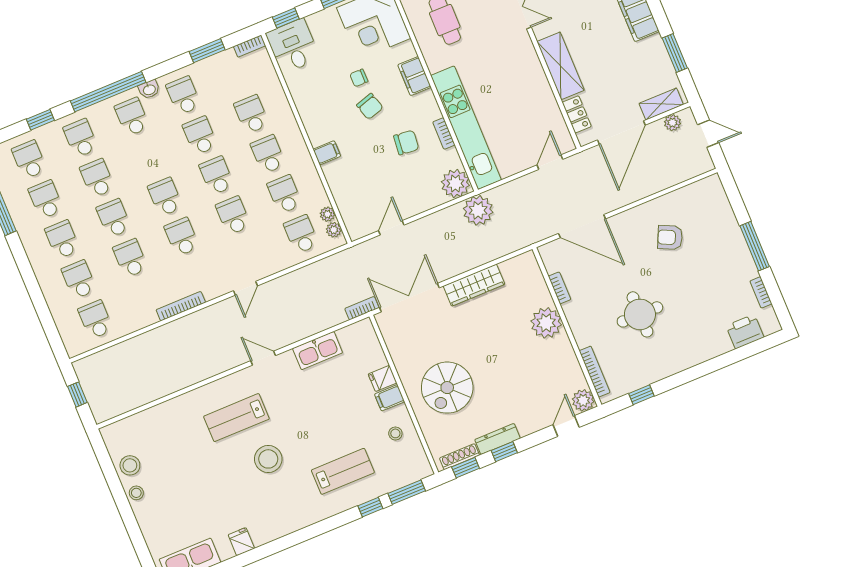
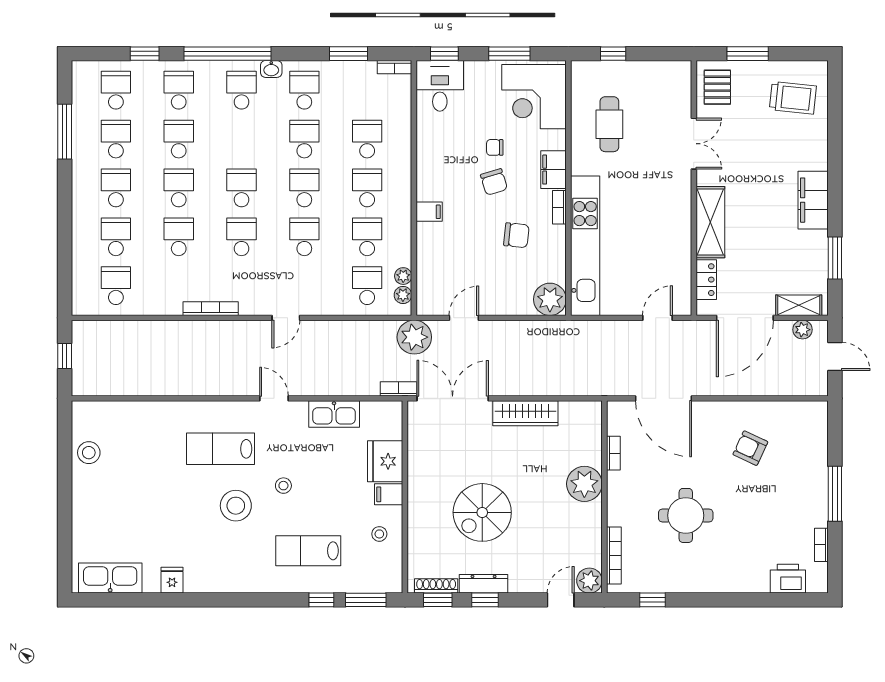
bookcase: (444, 133) -> (559, 207), moved
plant: (478, 210) -> (414, 337), moved
fridge: (382, 378) -> (385, 461), width x1.88, depth x1.34
spiral stairs: (447, 388) -> (482, 512), moved
lab bench: (343, 471) -> (308, 551), turned 180
stool: (136, 493) -> (283, 486), moved

